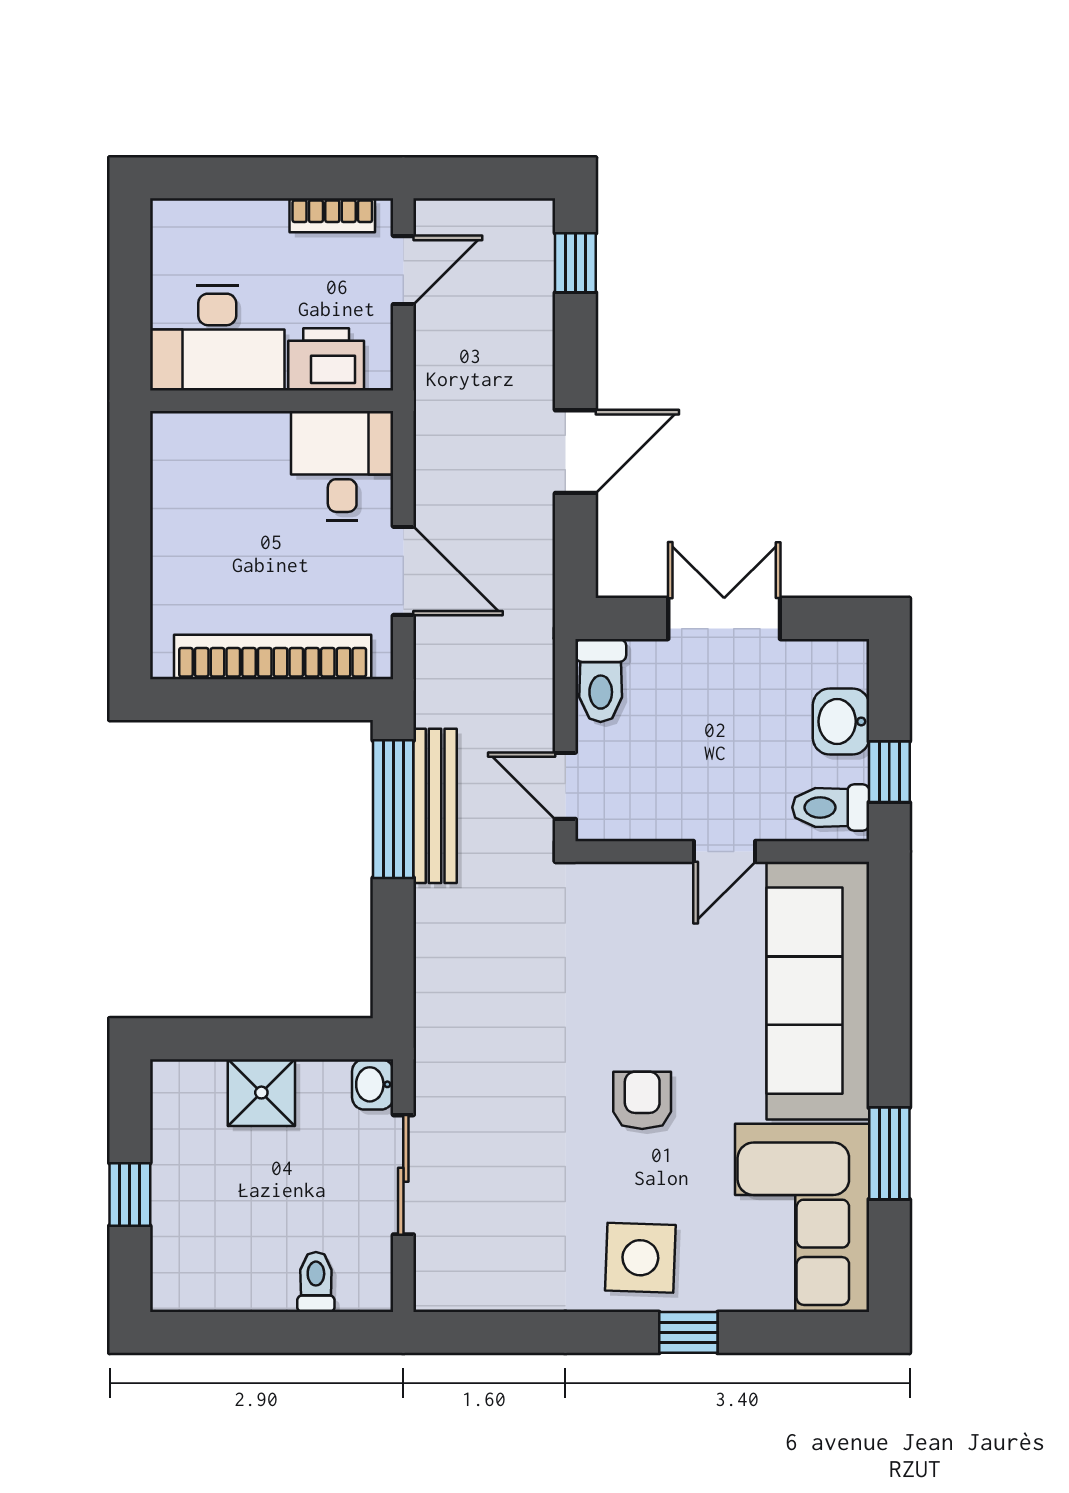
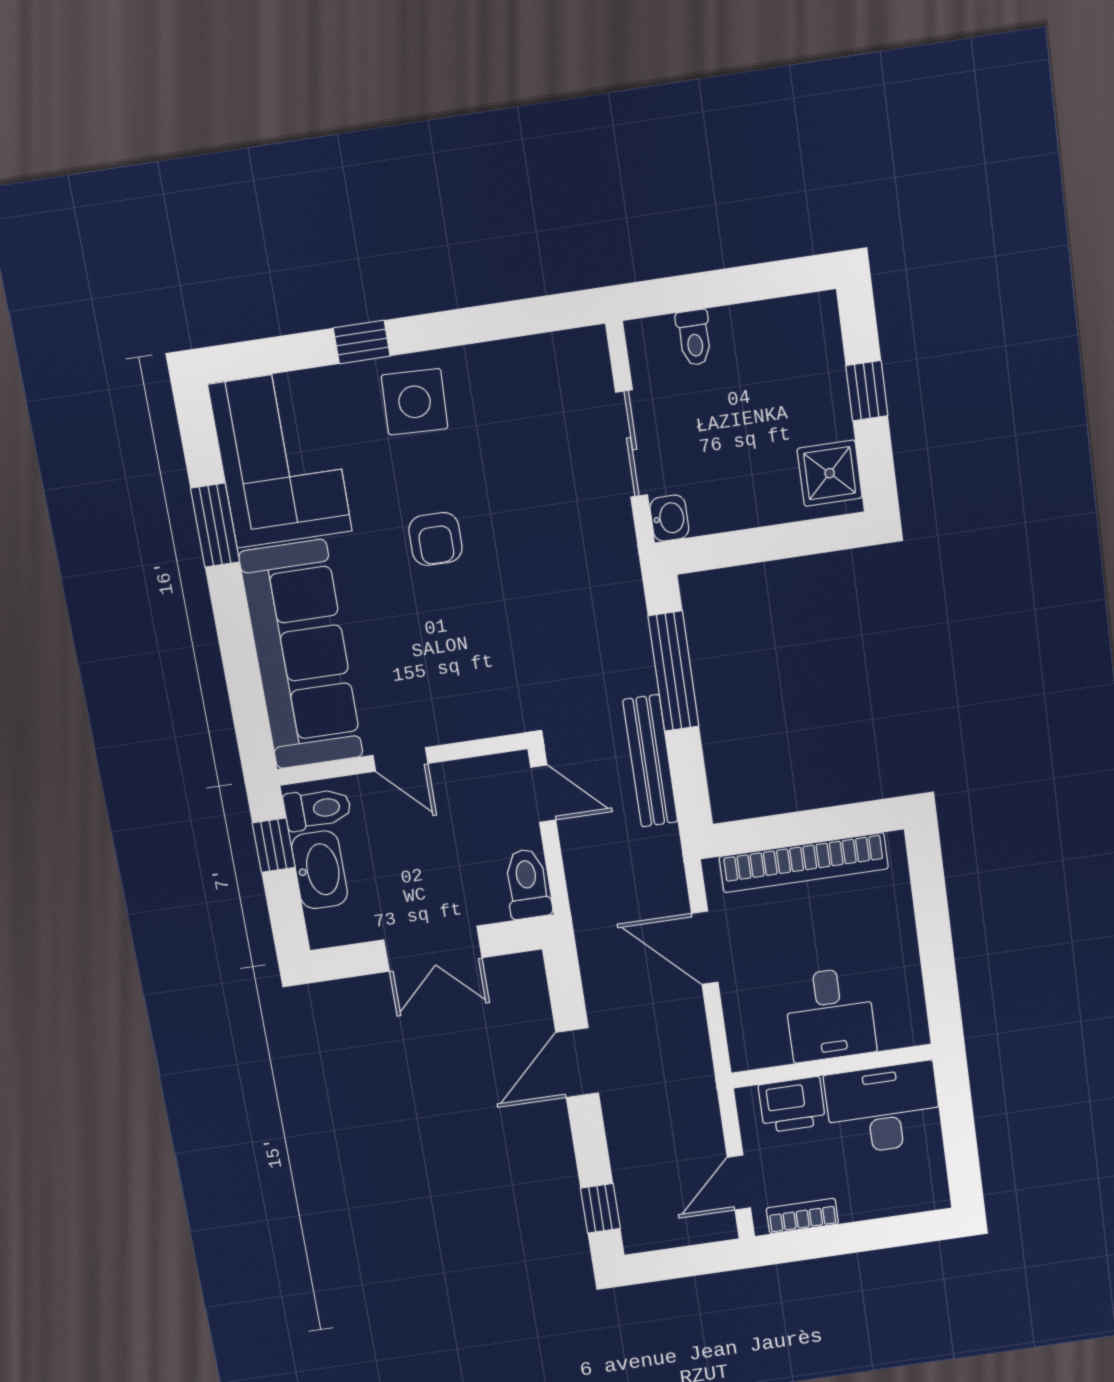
desk: (342, 466) -> (830, 1014), moved
washbasin: (841, 721) -> (320, 870), width x1.38
window: (393, 809) -> (673, 671), moved
door: (724, 851) -> (400, 759), swing flipped
shower: (261, 1093) -> (830, 473), moved

